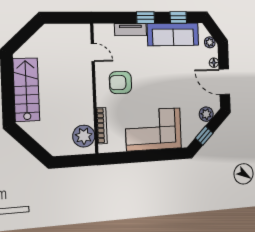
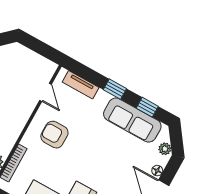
tv unit: (131, 30) -> (81, 85), moved

